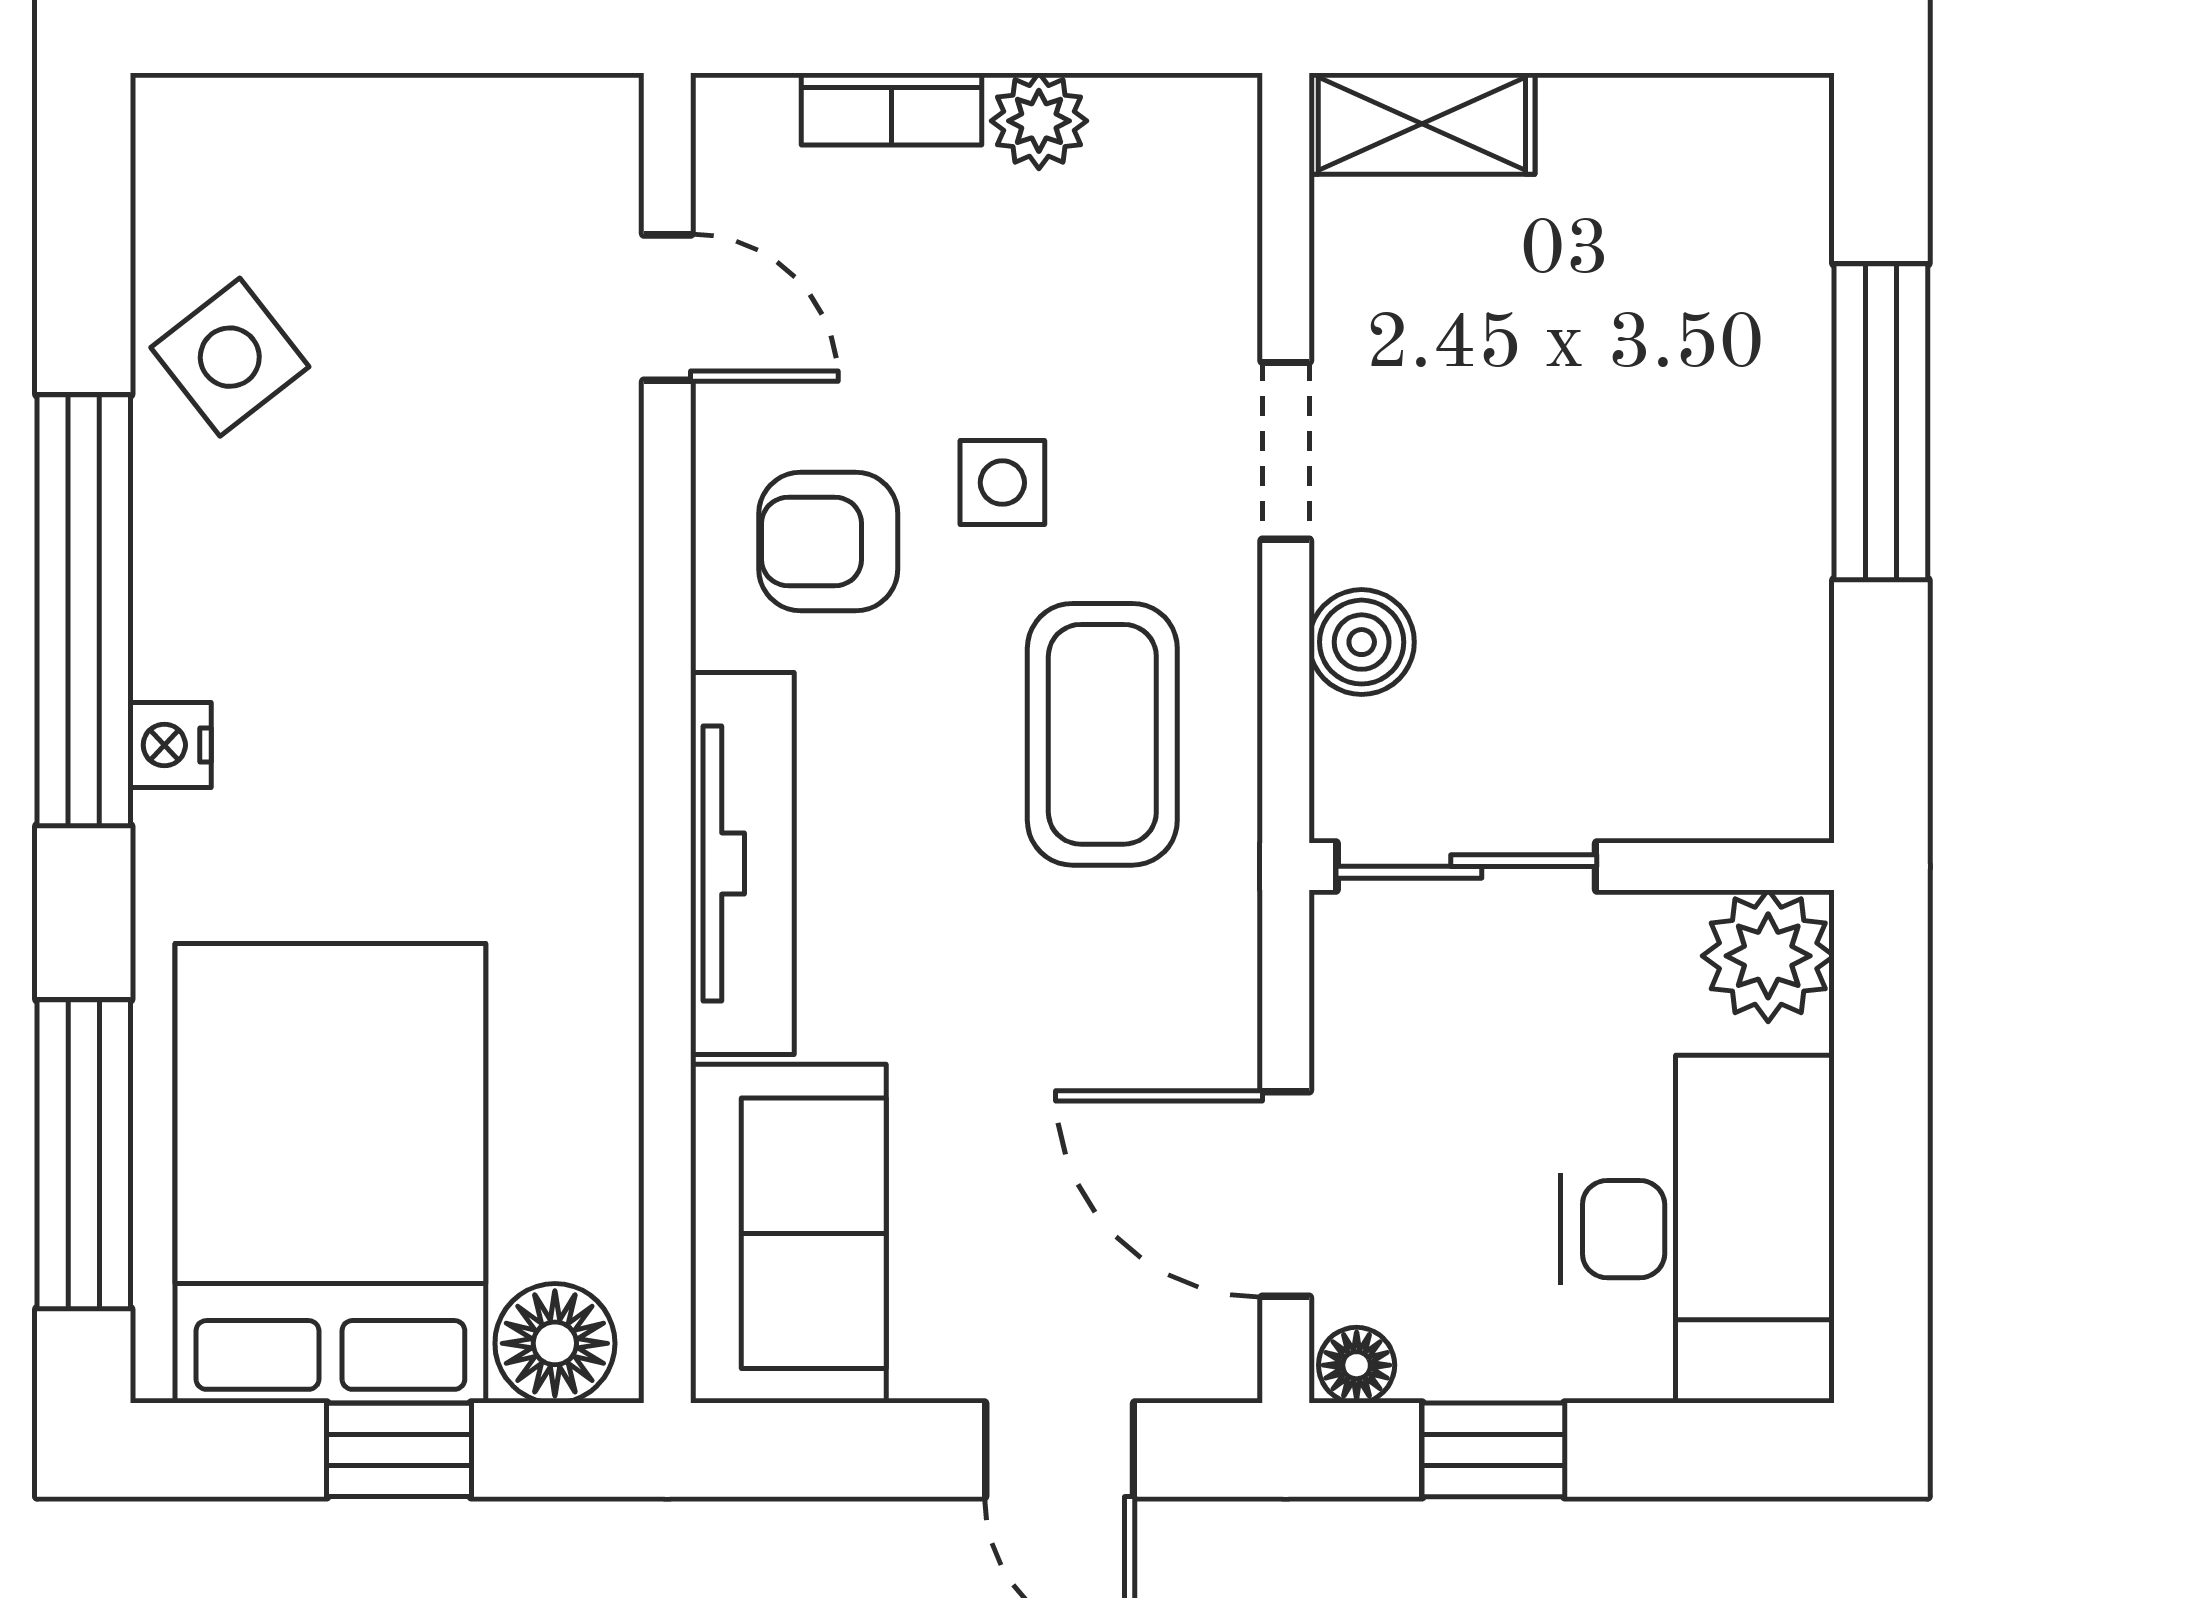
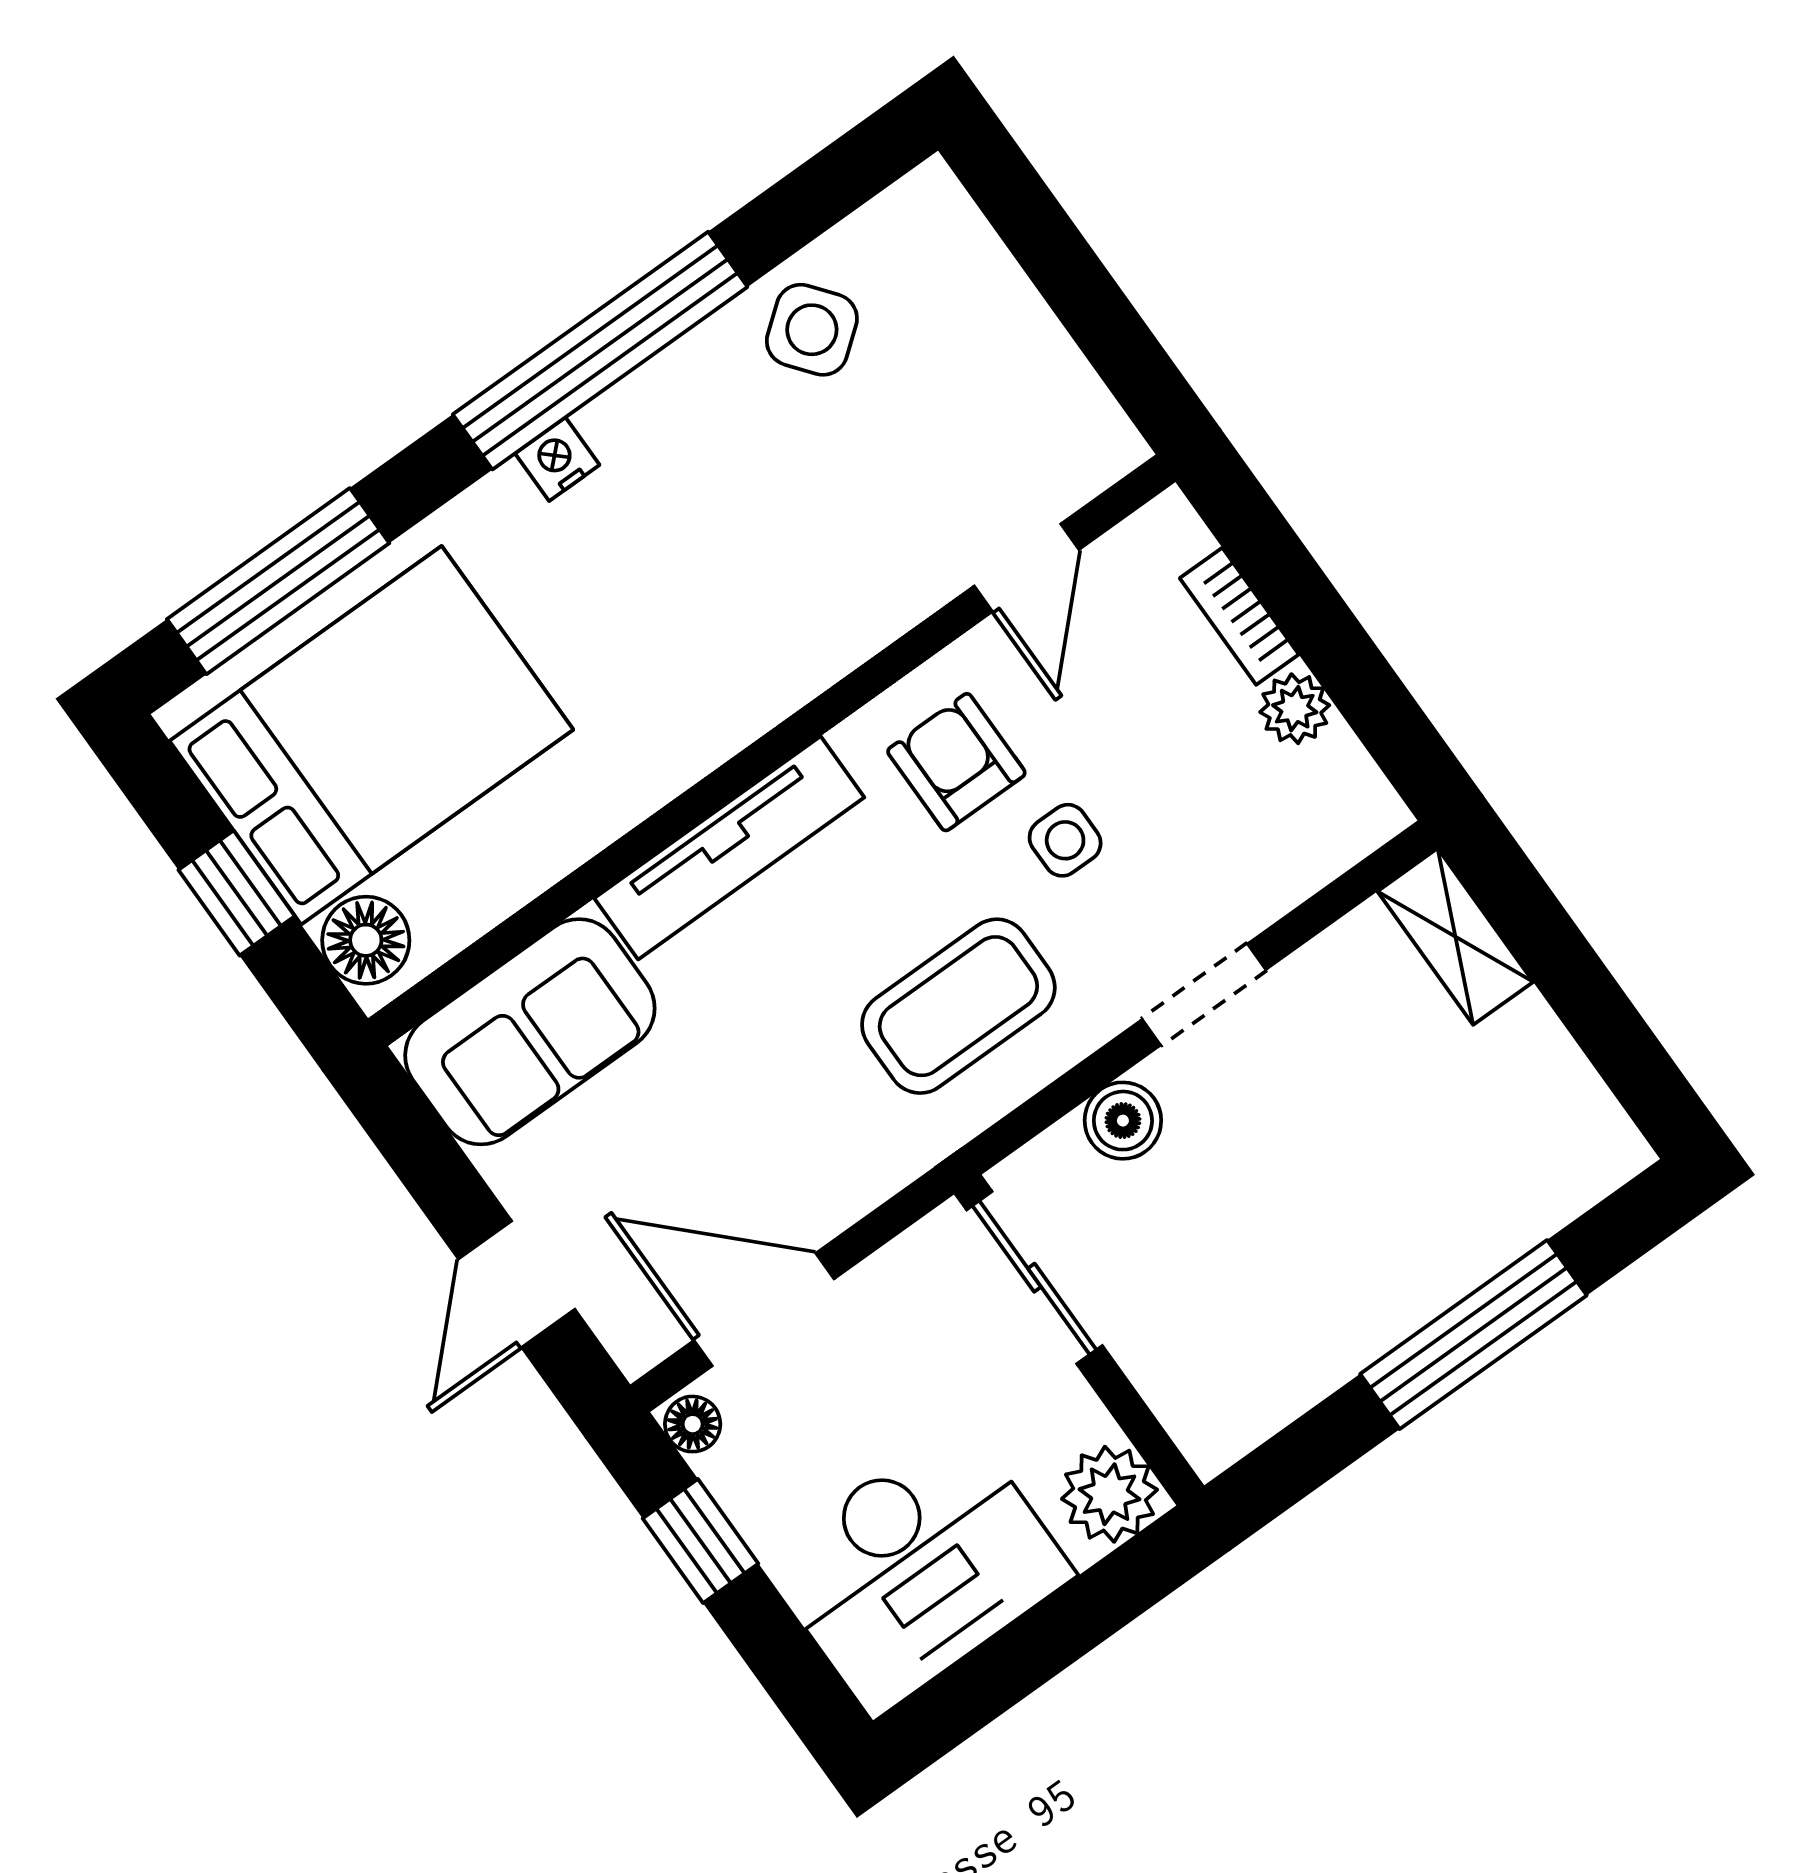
door: (1286, 1194) -> (764, 1310), hinge flipped

